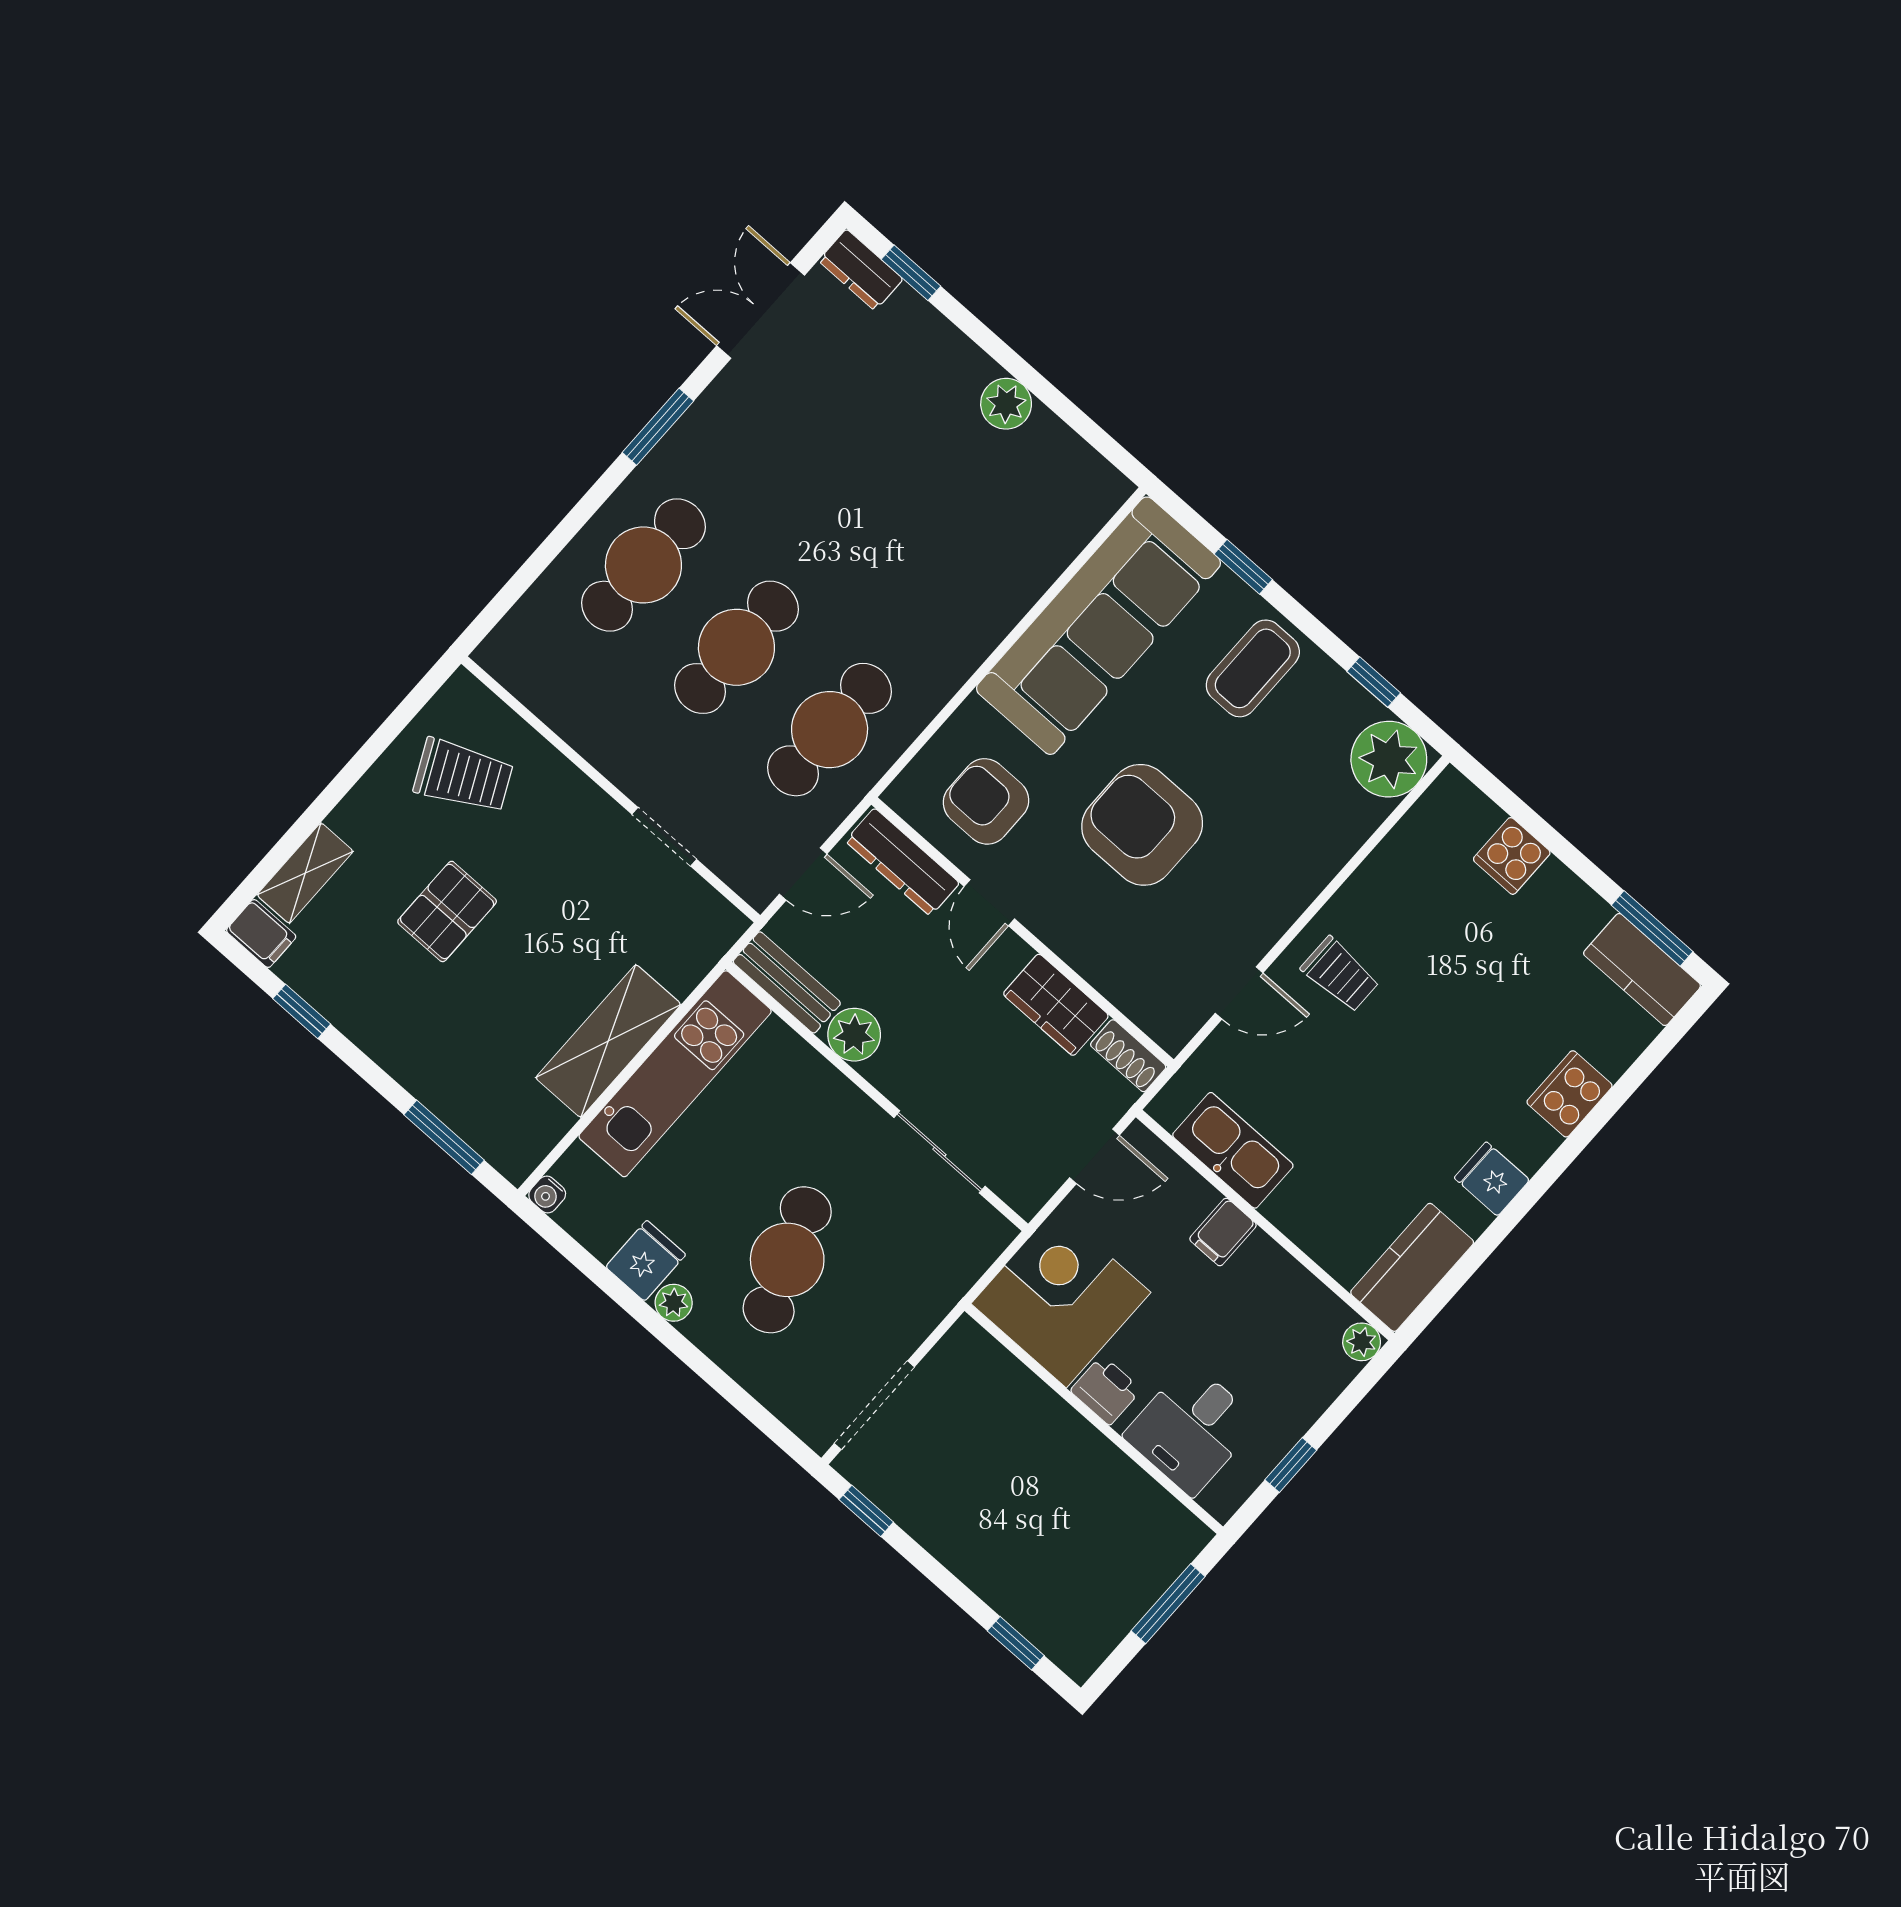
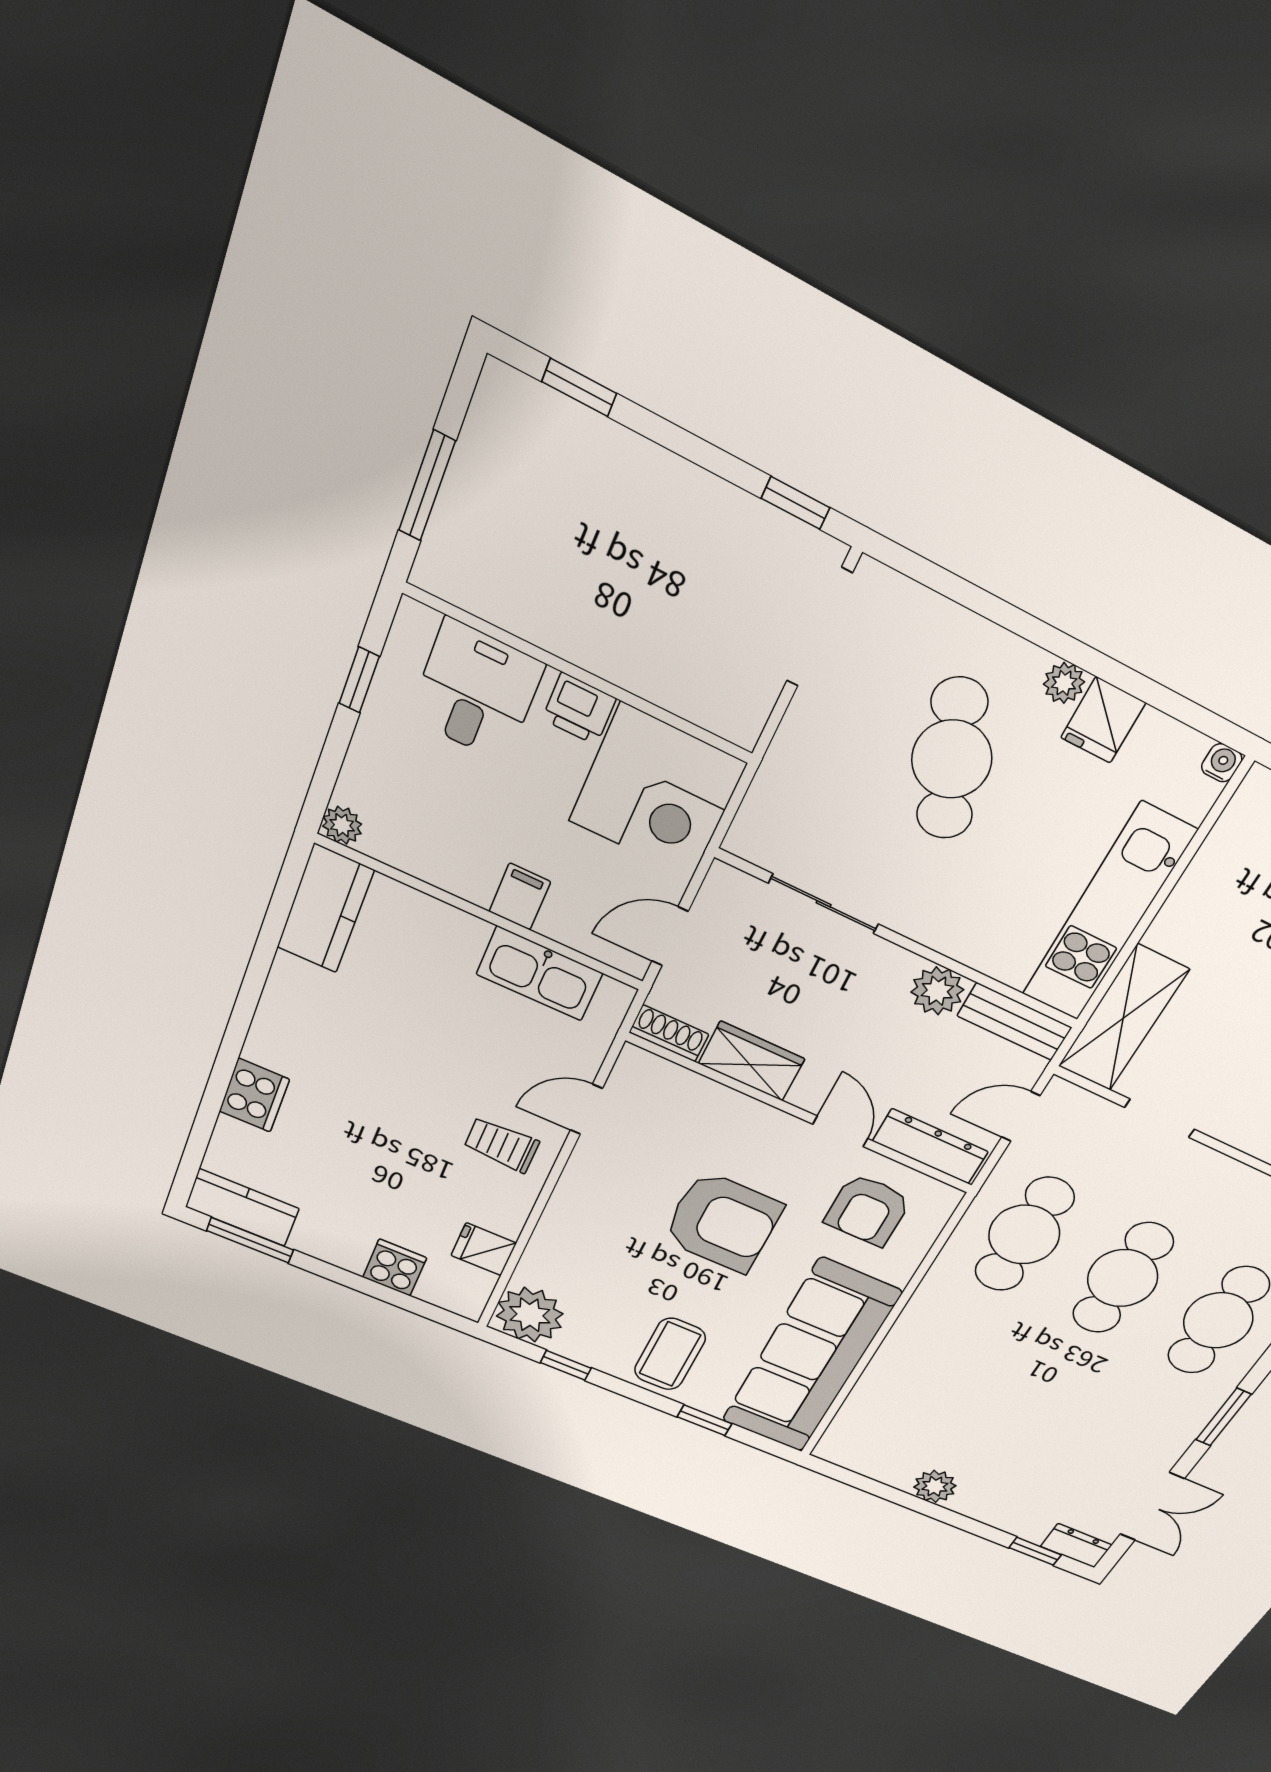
armchair: (986, 801) -> (868, 1210), turned 90
shelving: (608, 1041) -> (1123, 1018), moved
fridge: (1492, 1179) -> (484, 1249), moved, turned 180

